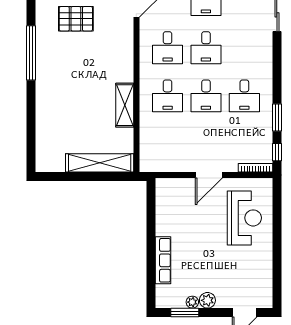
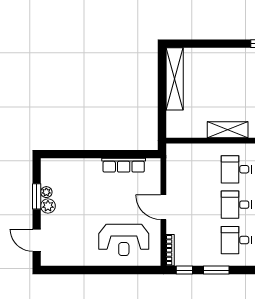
shelving: (100, 163) -> (175, 79), moved
row of seats: (163, 260) -> (124, 165), moved
window: (185, 313) -> (37, 196), moved

